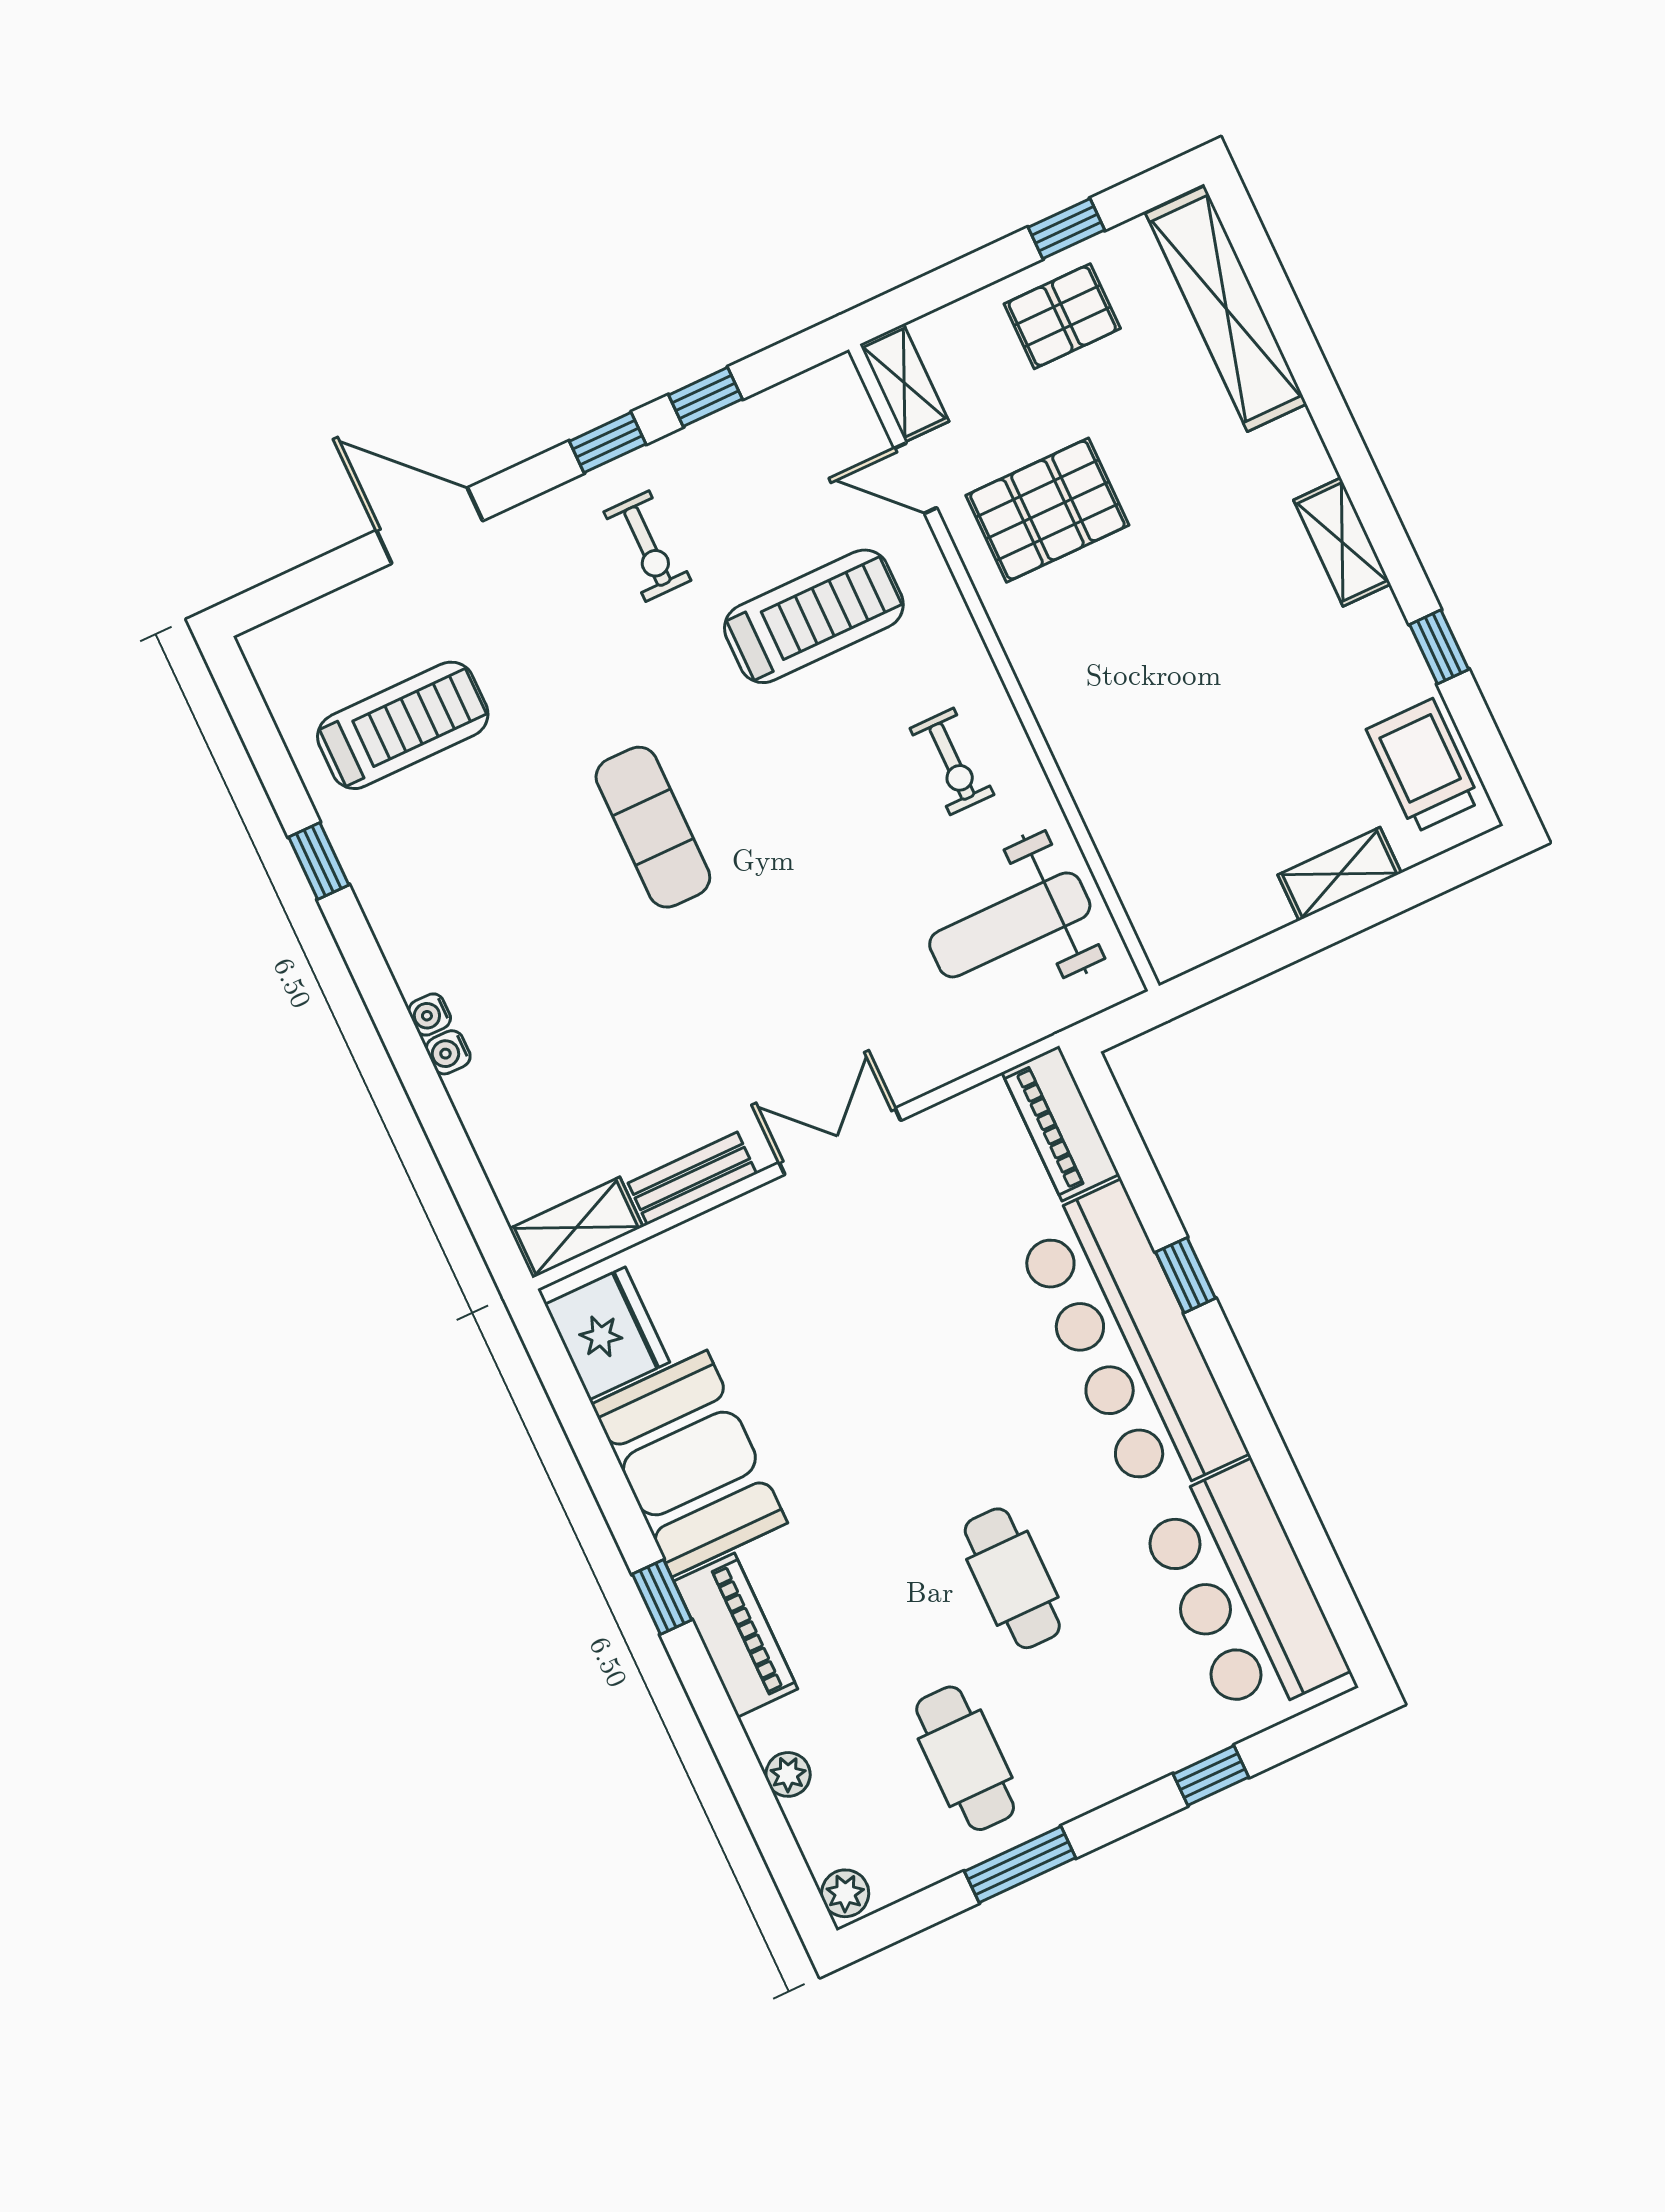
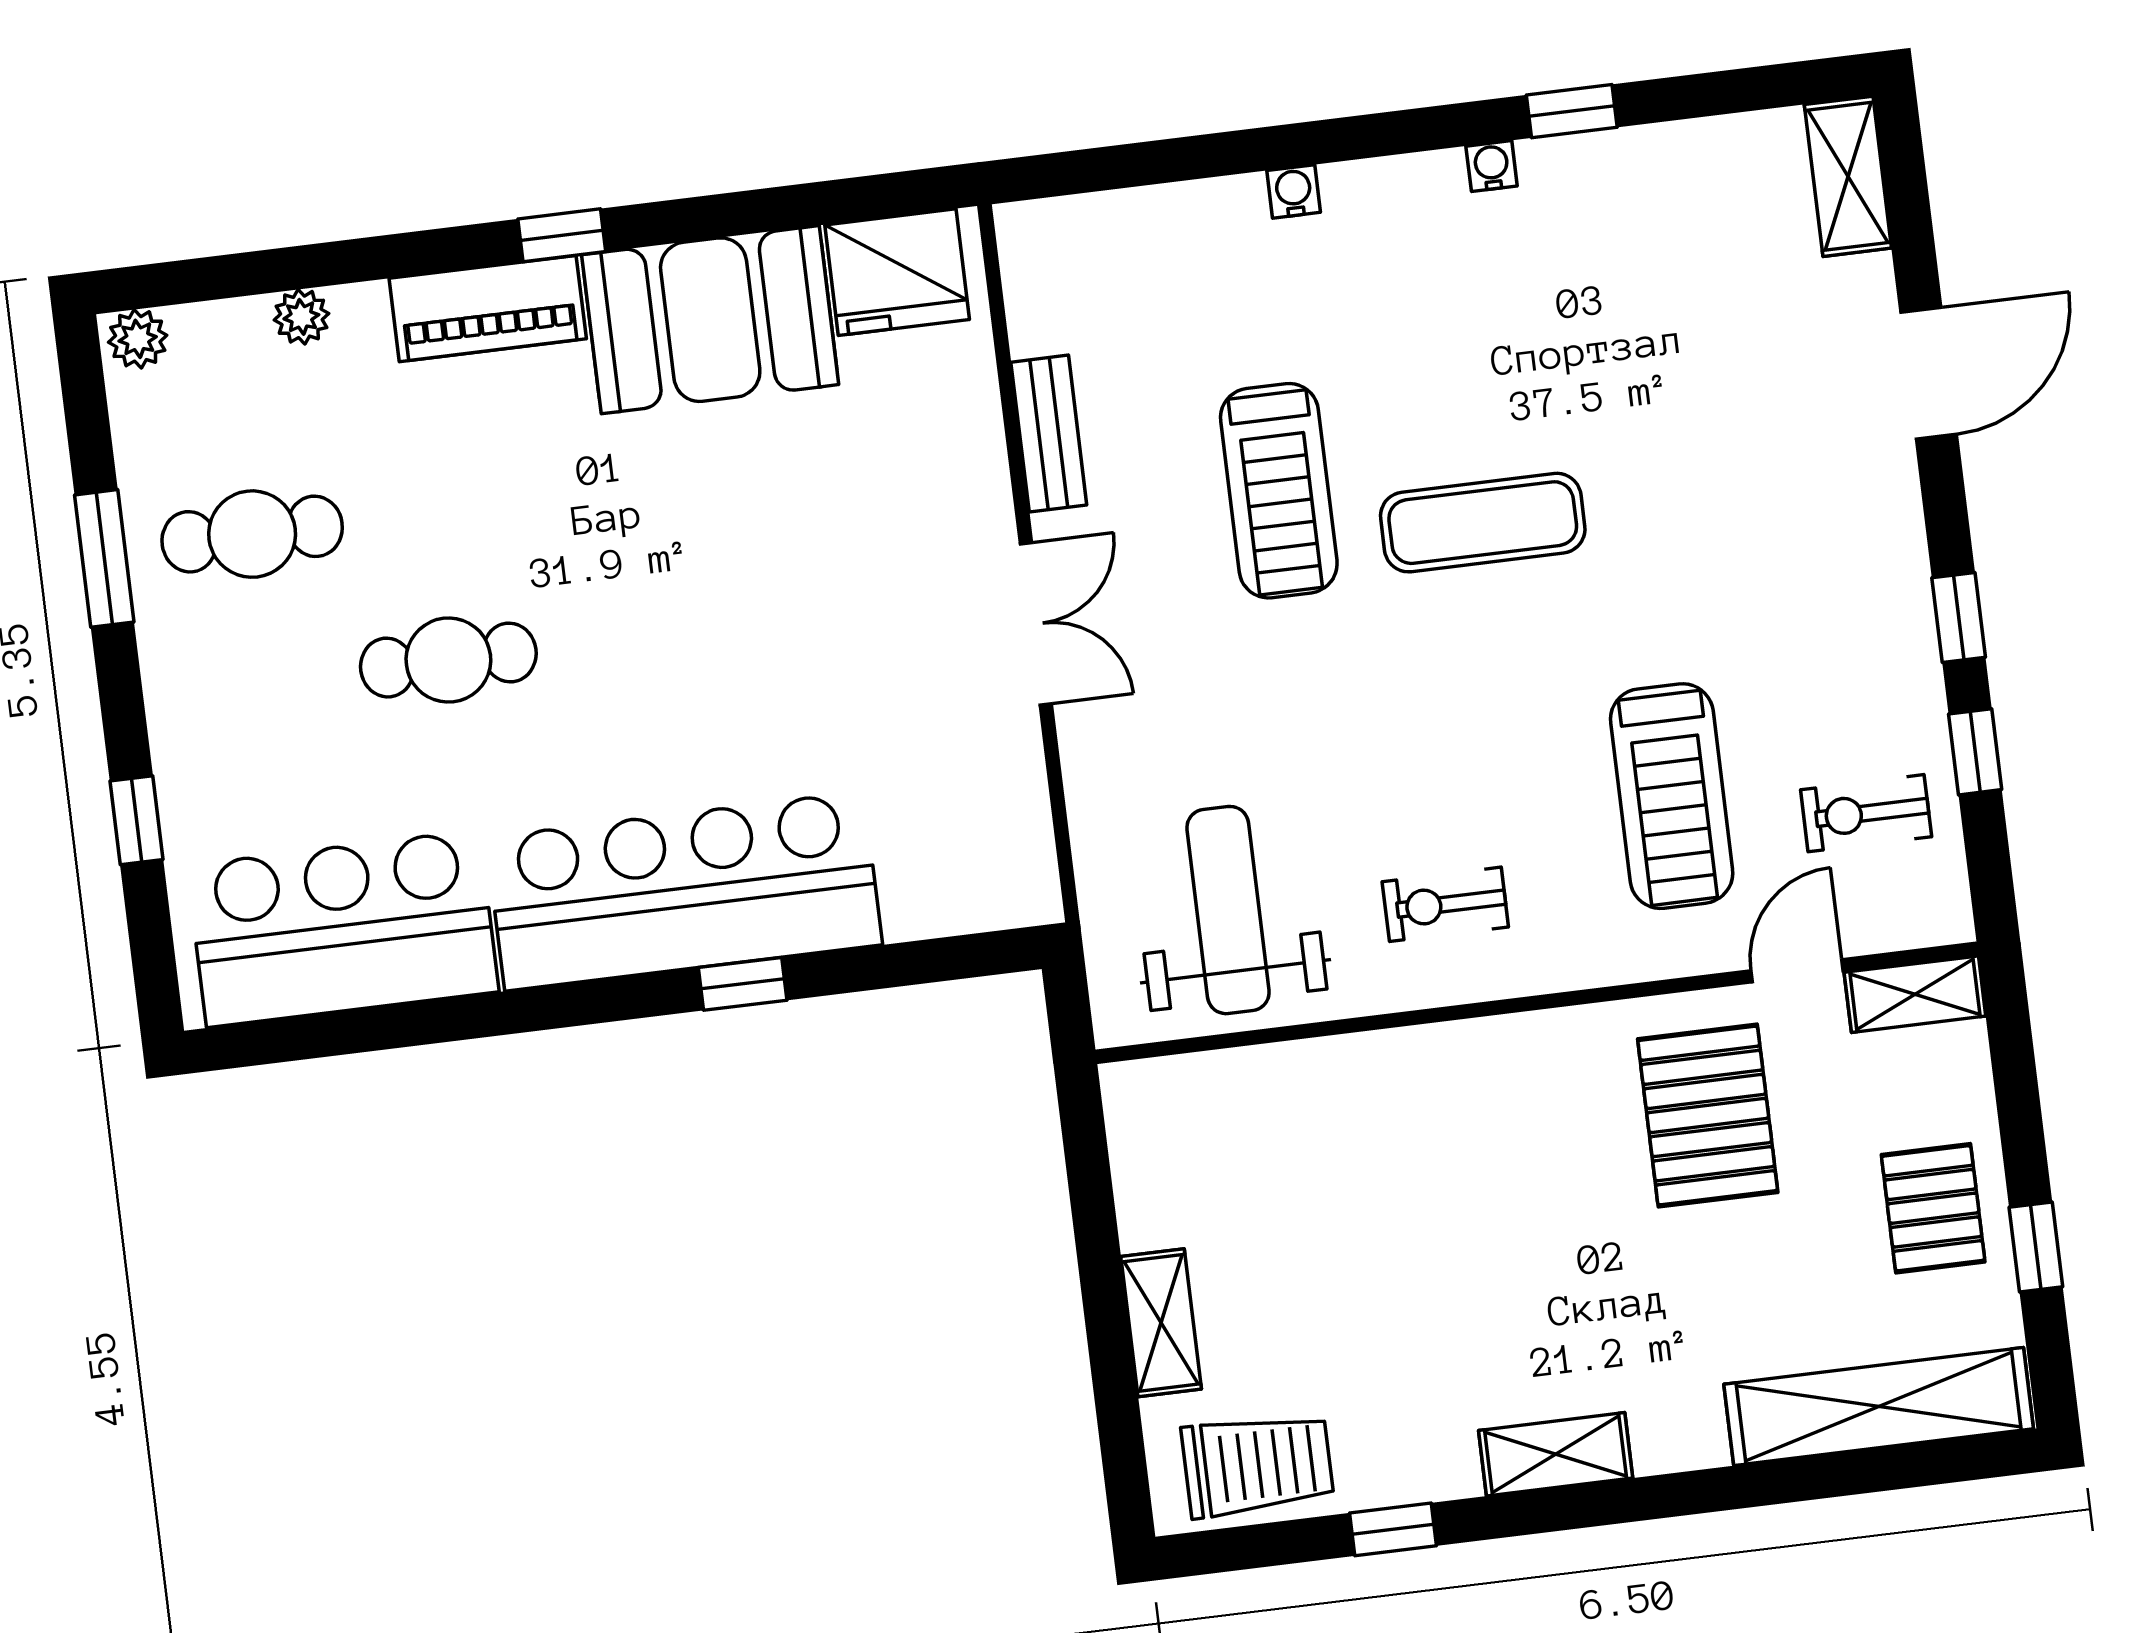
exercise bike: (647, 546) -> (1866, 813), moved
treadmill: (403, 725) -> (1279, 491), moved
water cooler: (430, 1015) -> (1492, 166), moved
piano: (1061, 1123) -> (972, 894), removed
shelving: (576, 1228) -> (1848, 176), moved

